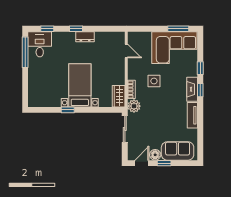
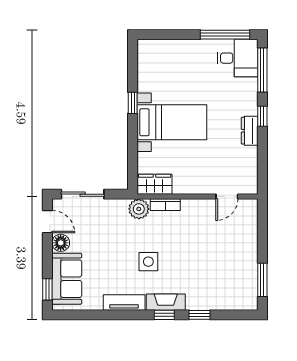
window: (47, 29) -> (262, 70), width x2.17
corner sofa: (174, 48) -> (232, 274), removed
side table: (154, 81) -> (148, 262), moved
sliding door: (125, 129) -> (83, 194), moved
window: (164, 163) -> (47, 289), moved

